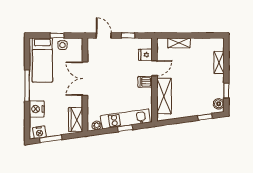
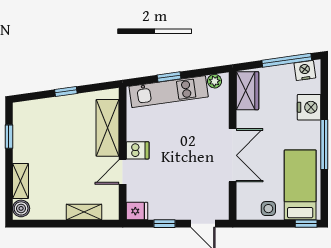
window: (57, 36) -> (306, 224), moved
fridge: (145, 55) -> (137, 211), moved
boiler: (219, 104) -> (21, 208), moved
window: (205, 117) -> (66, 91), moved
window: (51, 139) -> (287, 60), width x1.44

